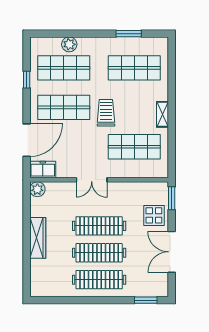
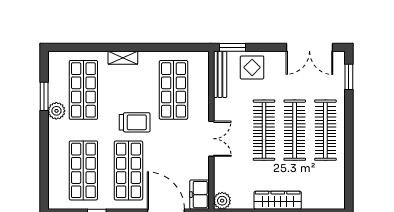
plant: (69, 44) -> (56, 111), moved
trolley: (106, 113) -> (135, 122), turned 180
shelving: (162, 114) -> (123, 58), moved
bench: (148, 187) -> (220, 74), added
double door: (172, 252) -> (309, 47), moved

